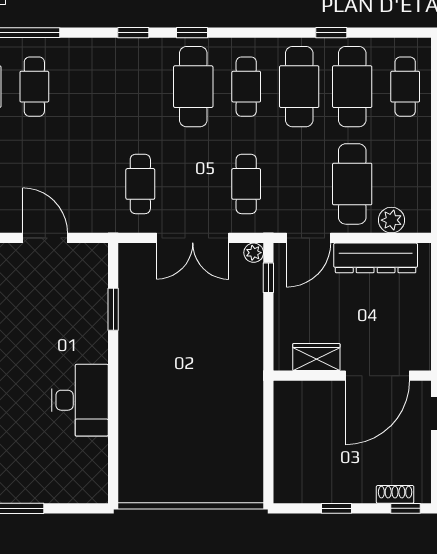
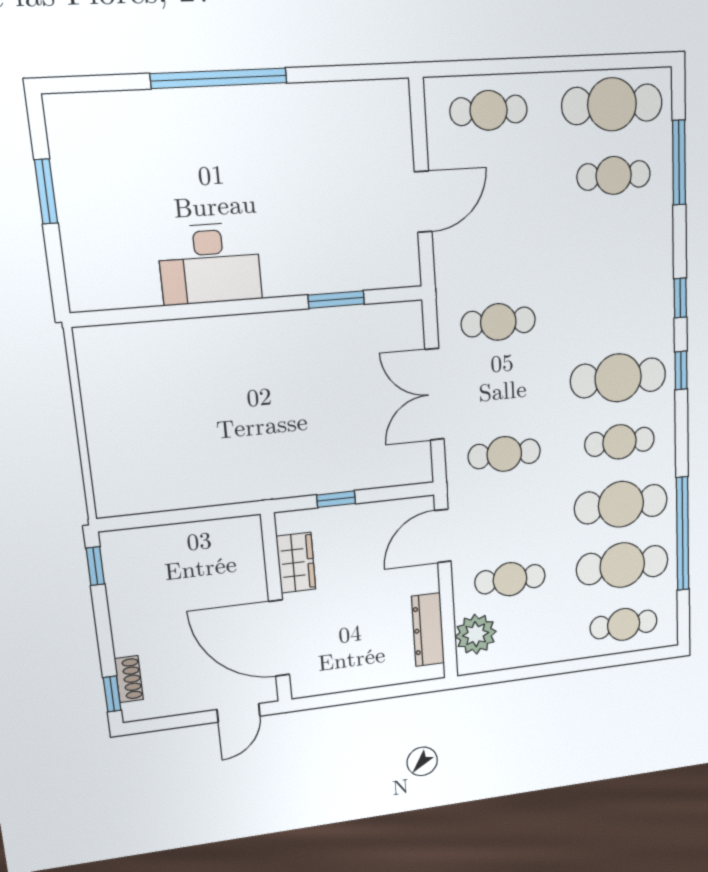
window: (331, 33) -> (683, 534), width x3.17
cafe table: (352, 184) -> (510, 579), width x0.73, depth x0.74
plant: (391, 220) -> (476, 634), width x1.36, depth x1.36
door: (308, 238) -> (443, 536), hinge flipped
plant: (254, 253) -> (421, 472), removed
dresser: (376, 258) -> (428, 630), width x0.73, depth x0.80
window: (268, 278) -> (336, 499), moved
window: (337, 508) -> (95, 566), moved

